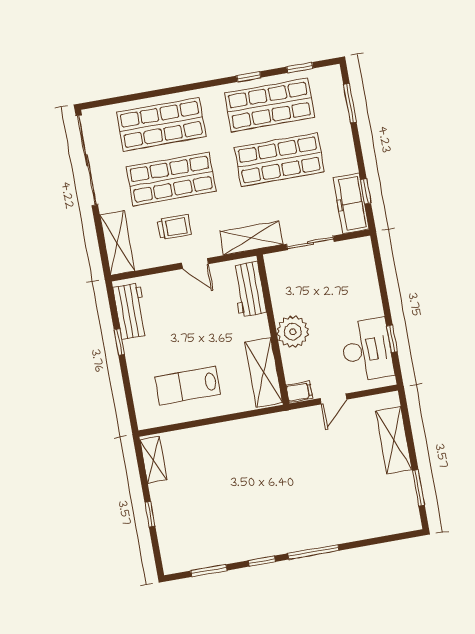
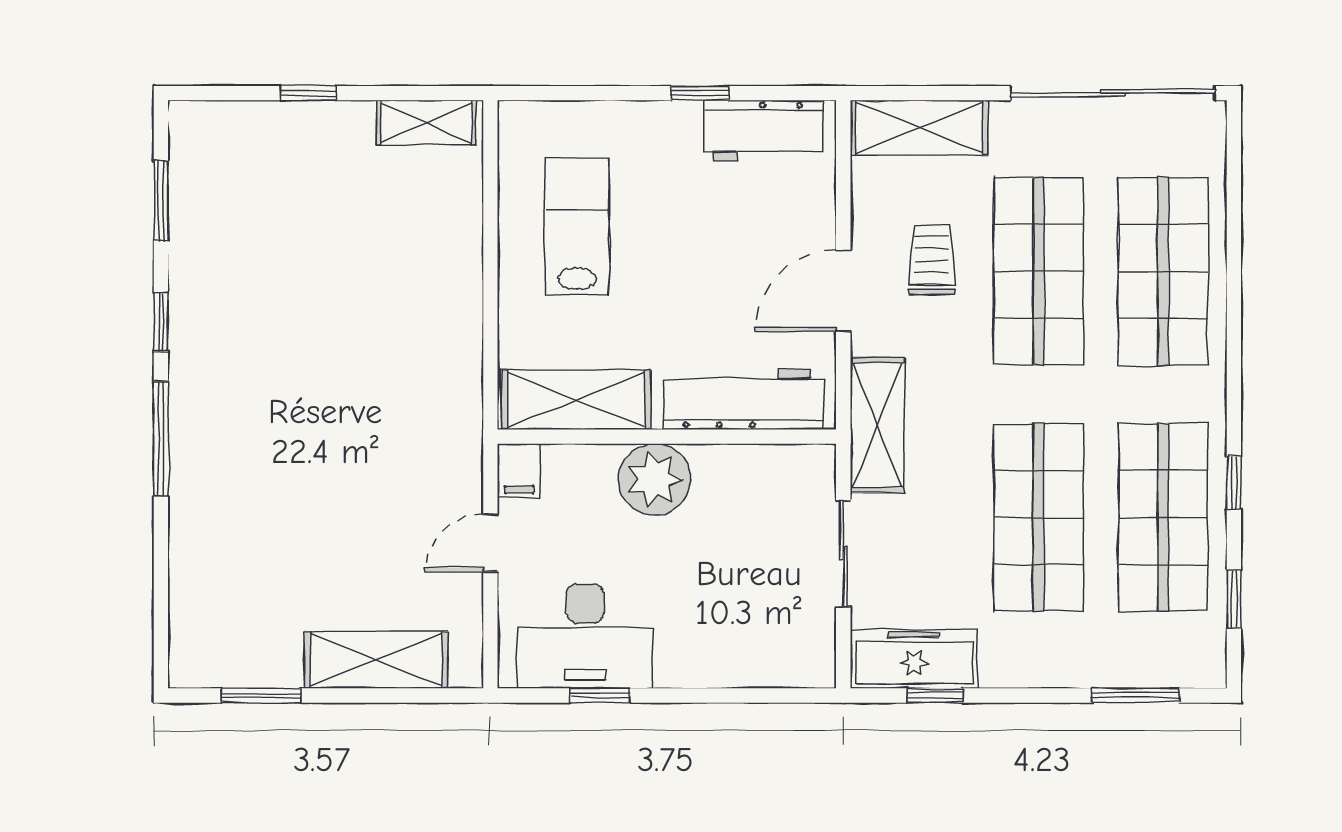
trolley: (174, 227) -> (932, 260), turned 180
door: (195, 263) -> (843, 291), width x1.38
workbench: (249, 289) -> (743, 399), width x1.38
door: (333, 399) -> (490, 543), hinge flipped

